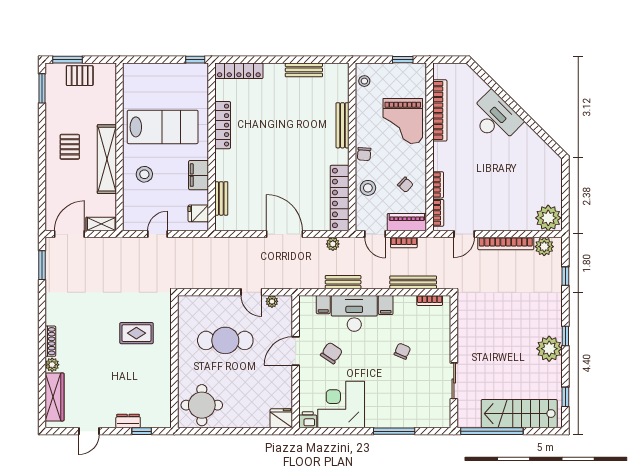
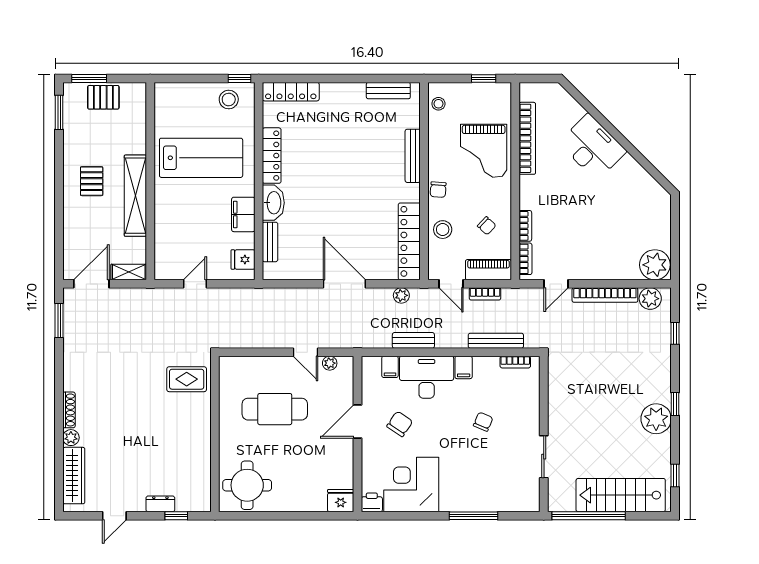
bench: (304, 70) -> (388, 91), moved
washbasin: (224, 165) -> (273, 203), added
stool: (144, 174) -> (229, 99), moved
rug: (136, 333) -> (187, 379), moved

